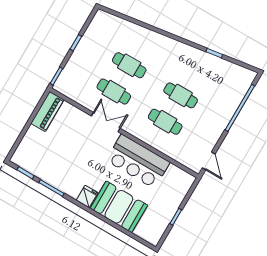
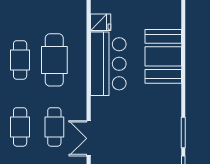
double door: (106, 122) -> (89, 138), moved
cafe table: (165, 122) -> (54, 60), width x1.37, depth x1.35
fridge: (87, 196) -> (101, 22), moved, turned 180

